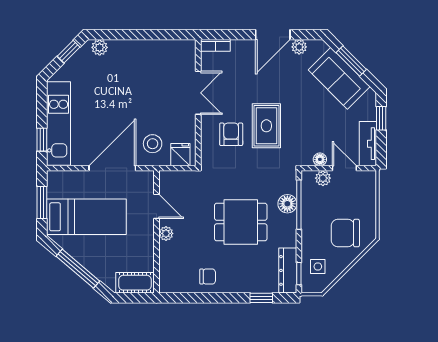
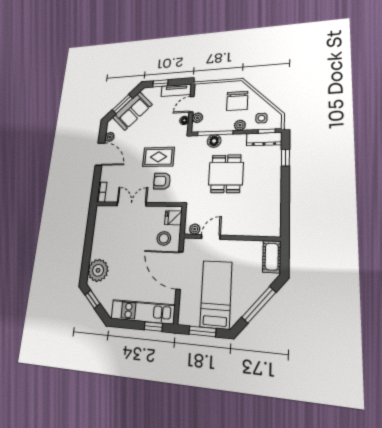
plant: (100, 47) -> (98, 270), width x1.88, depth x1.88
plant: (166, 233) -> (195, 229), moved
plant: (309, 238) -> (240, 125), added
chair: (208, 277) -> (268, 198), removed

